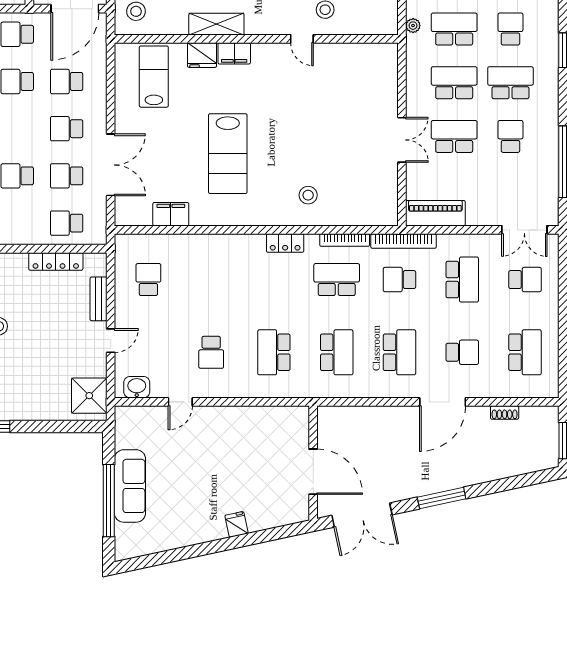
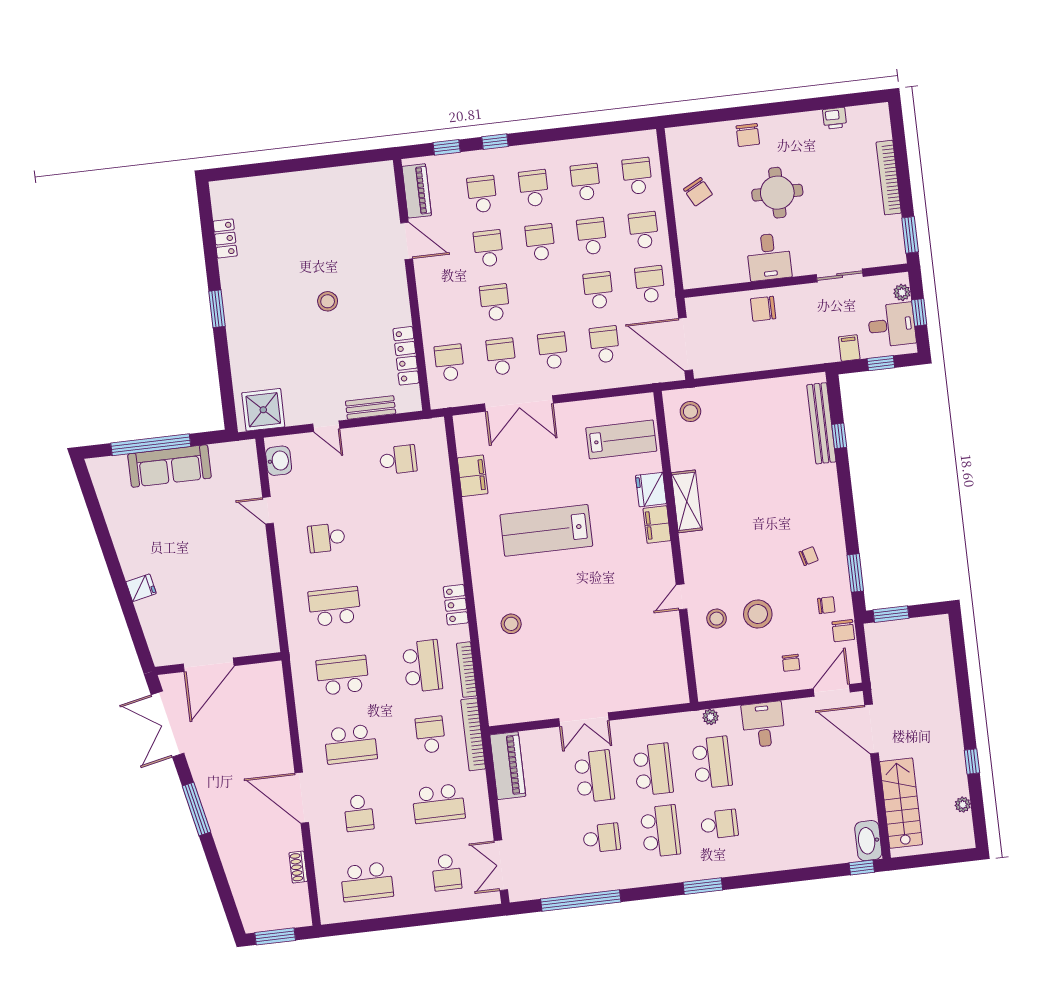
school desk: (337, 352) -> (343, 675), turned 180

